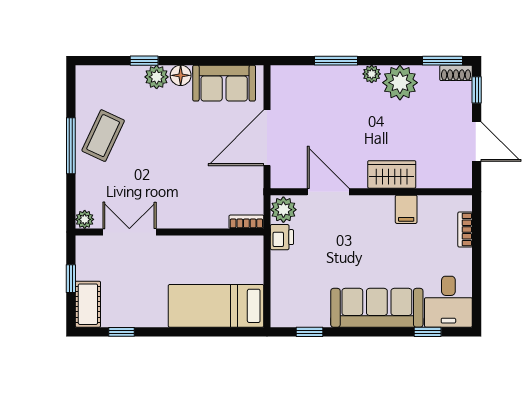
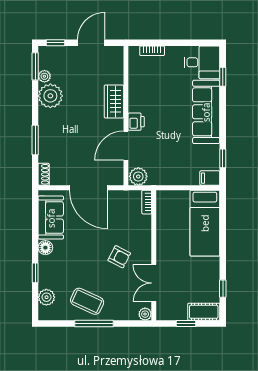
shoe rack: (456, 73) -> (44, 174), moved
plant: (372, 74) -> (44, 76), moved
plant: (157, 77) -> (46, 297), moved
armchair: (167, 182) -> (119, 257), added
filing cabinet: (406, 209) -> (210, 178), moved, turned 180
printer: (282, 237) -> (136, 122), moved, turned 90

